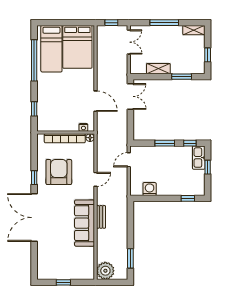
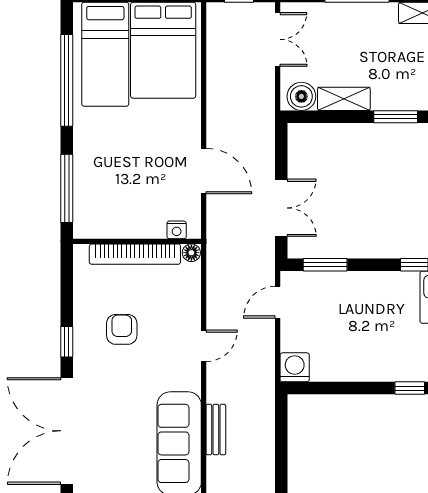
boiler: (139, 68) -> (301, 96), added
double door: (130, 96) -> (281, 208), moved
window: (34, 109) -> (67, 188), width x2.17
window: (165, 143) -> (325, 265), moved
armchair: (59, 172) -> (122, 329), width x0.53, depth x0.53
washing machine: (150, 189) -> (295, 367), moved

